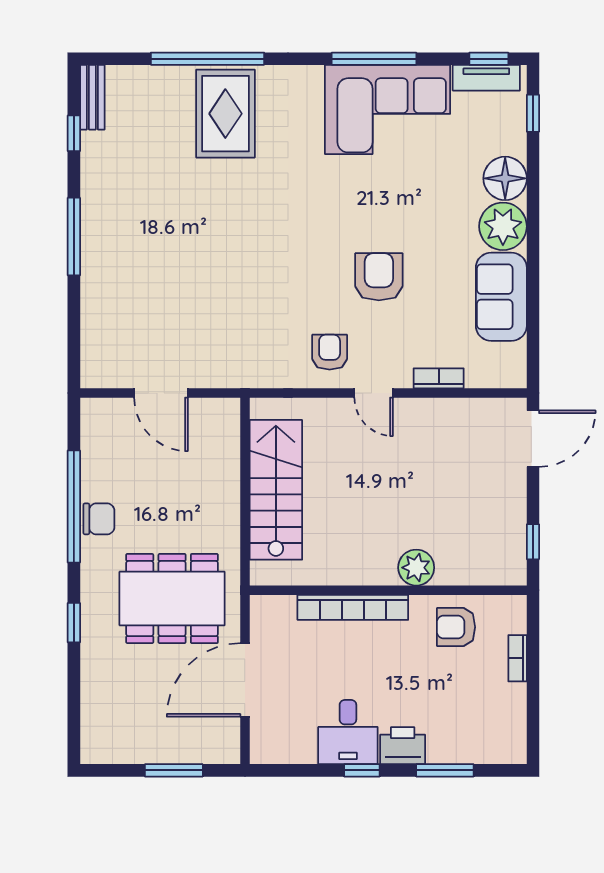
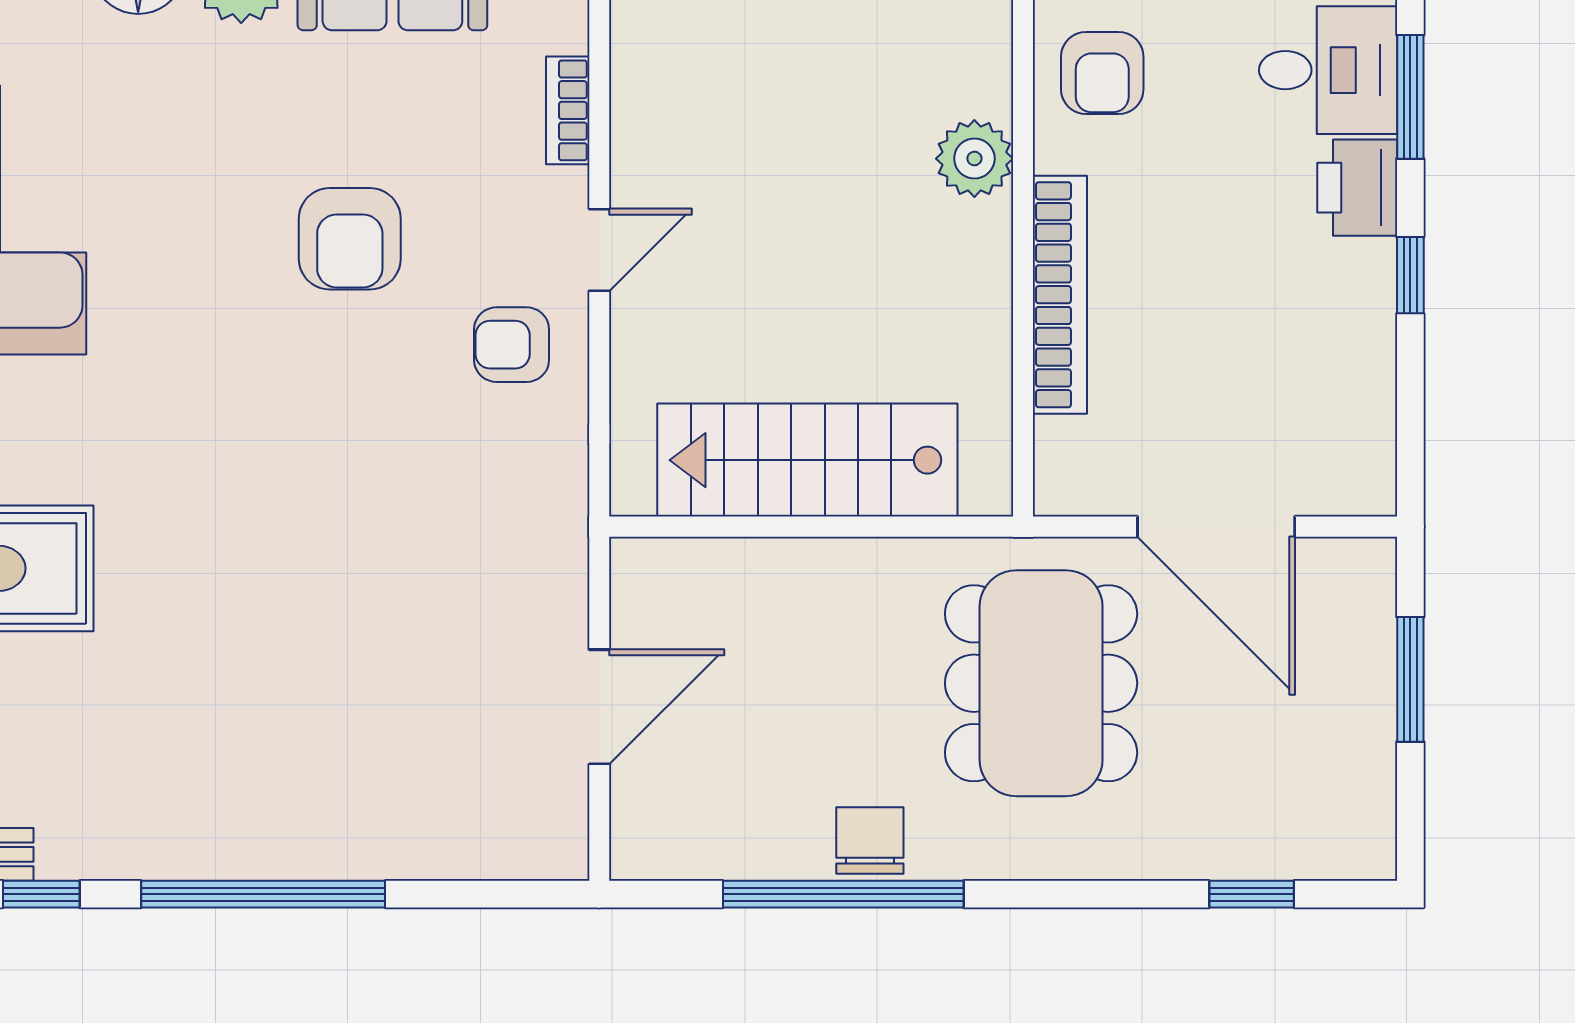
window: (74, 237) -> (263, 894), width x1.46
armchair: (379, 277) -> (350, 239), turned -90
window: (74, 623) -> (1252, 894), moved
desk: (348, 732) -> (1328, 70), moved

